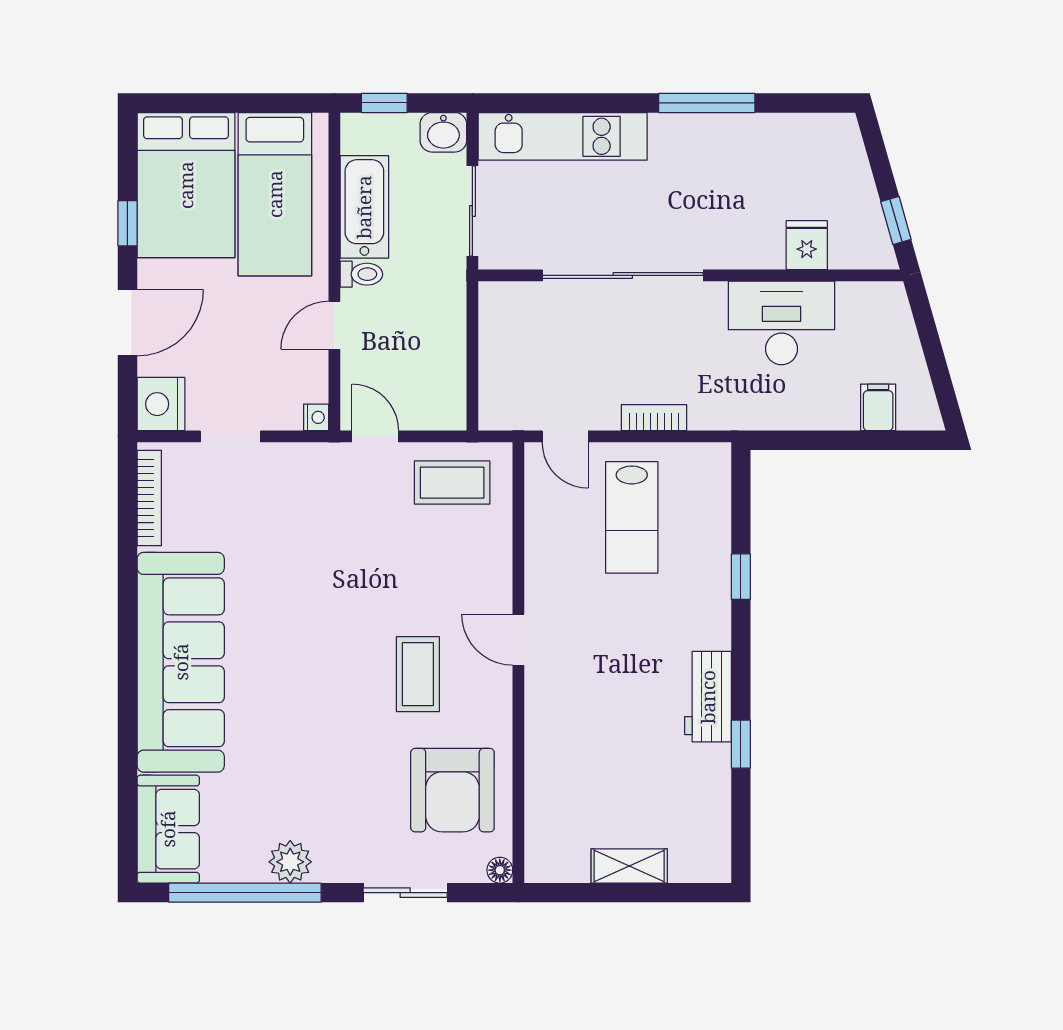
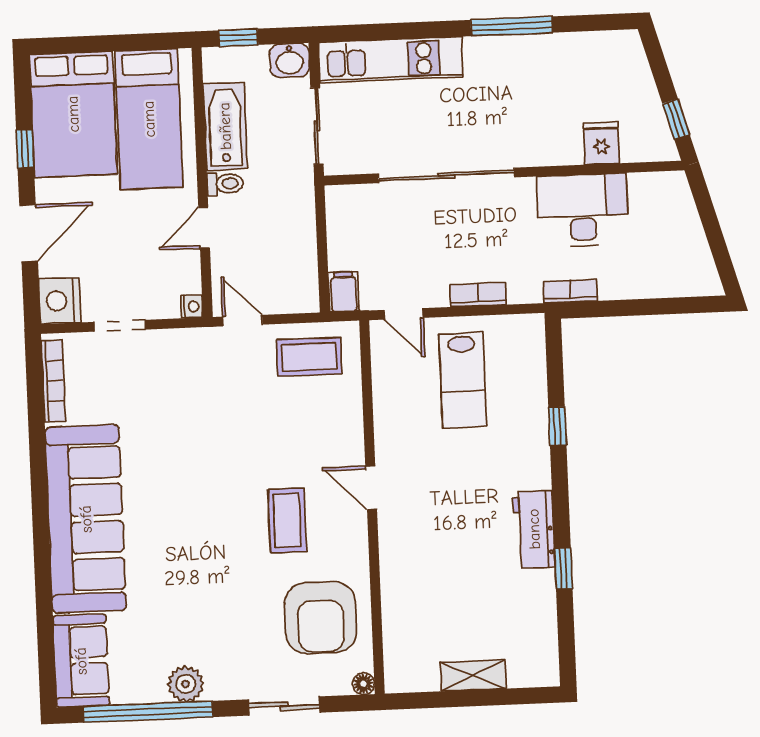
filing cabinet: (878, 407) -> (344, 292), moved
bookcase: (763, 418) -> (570, 291), added

